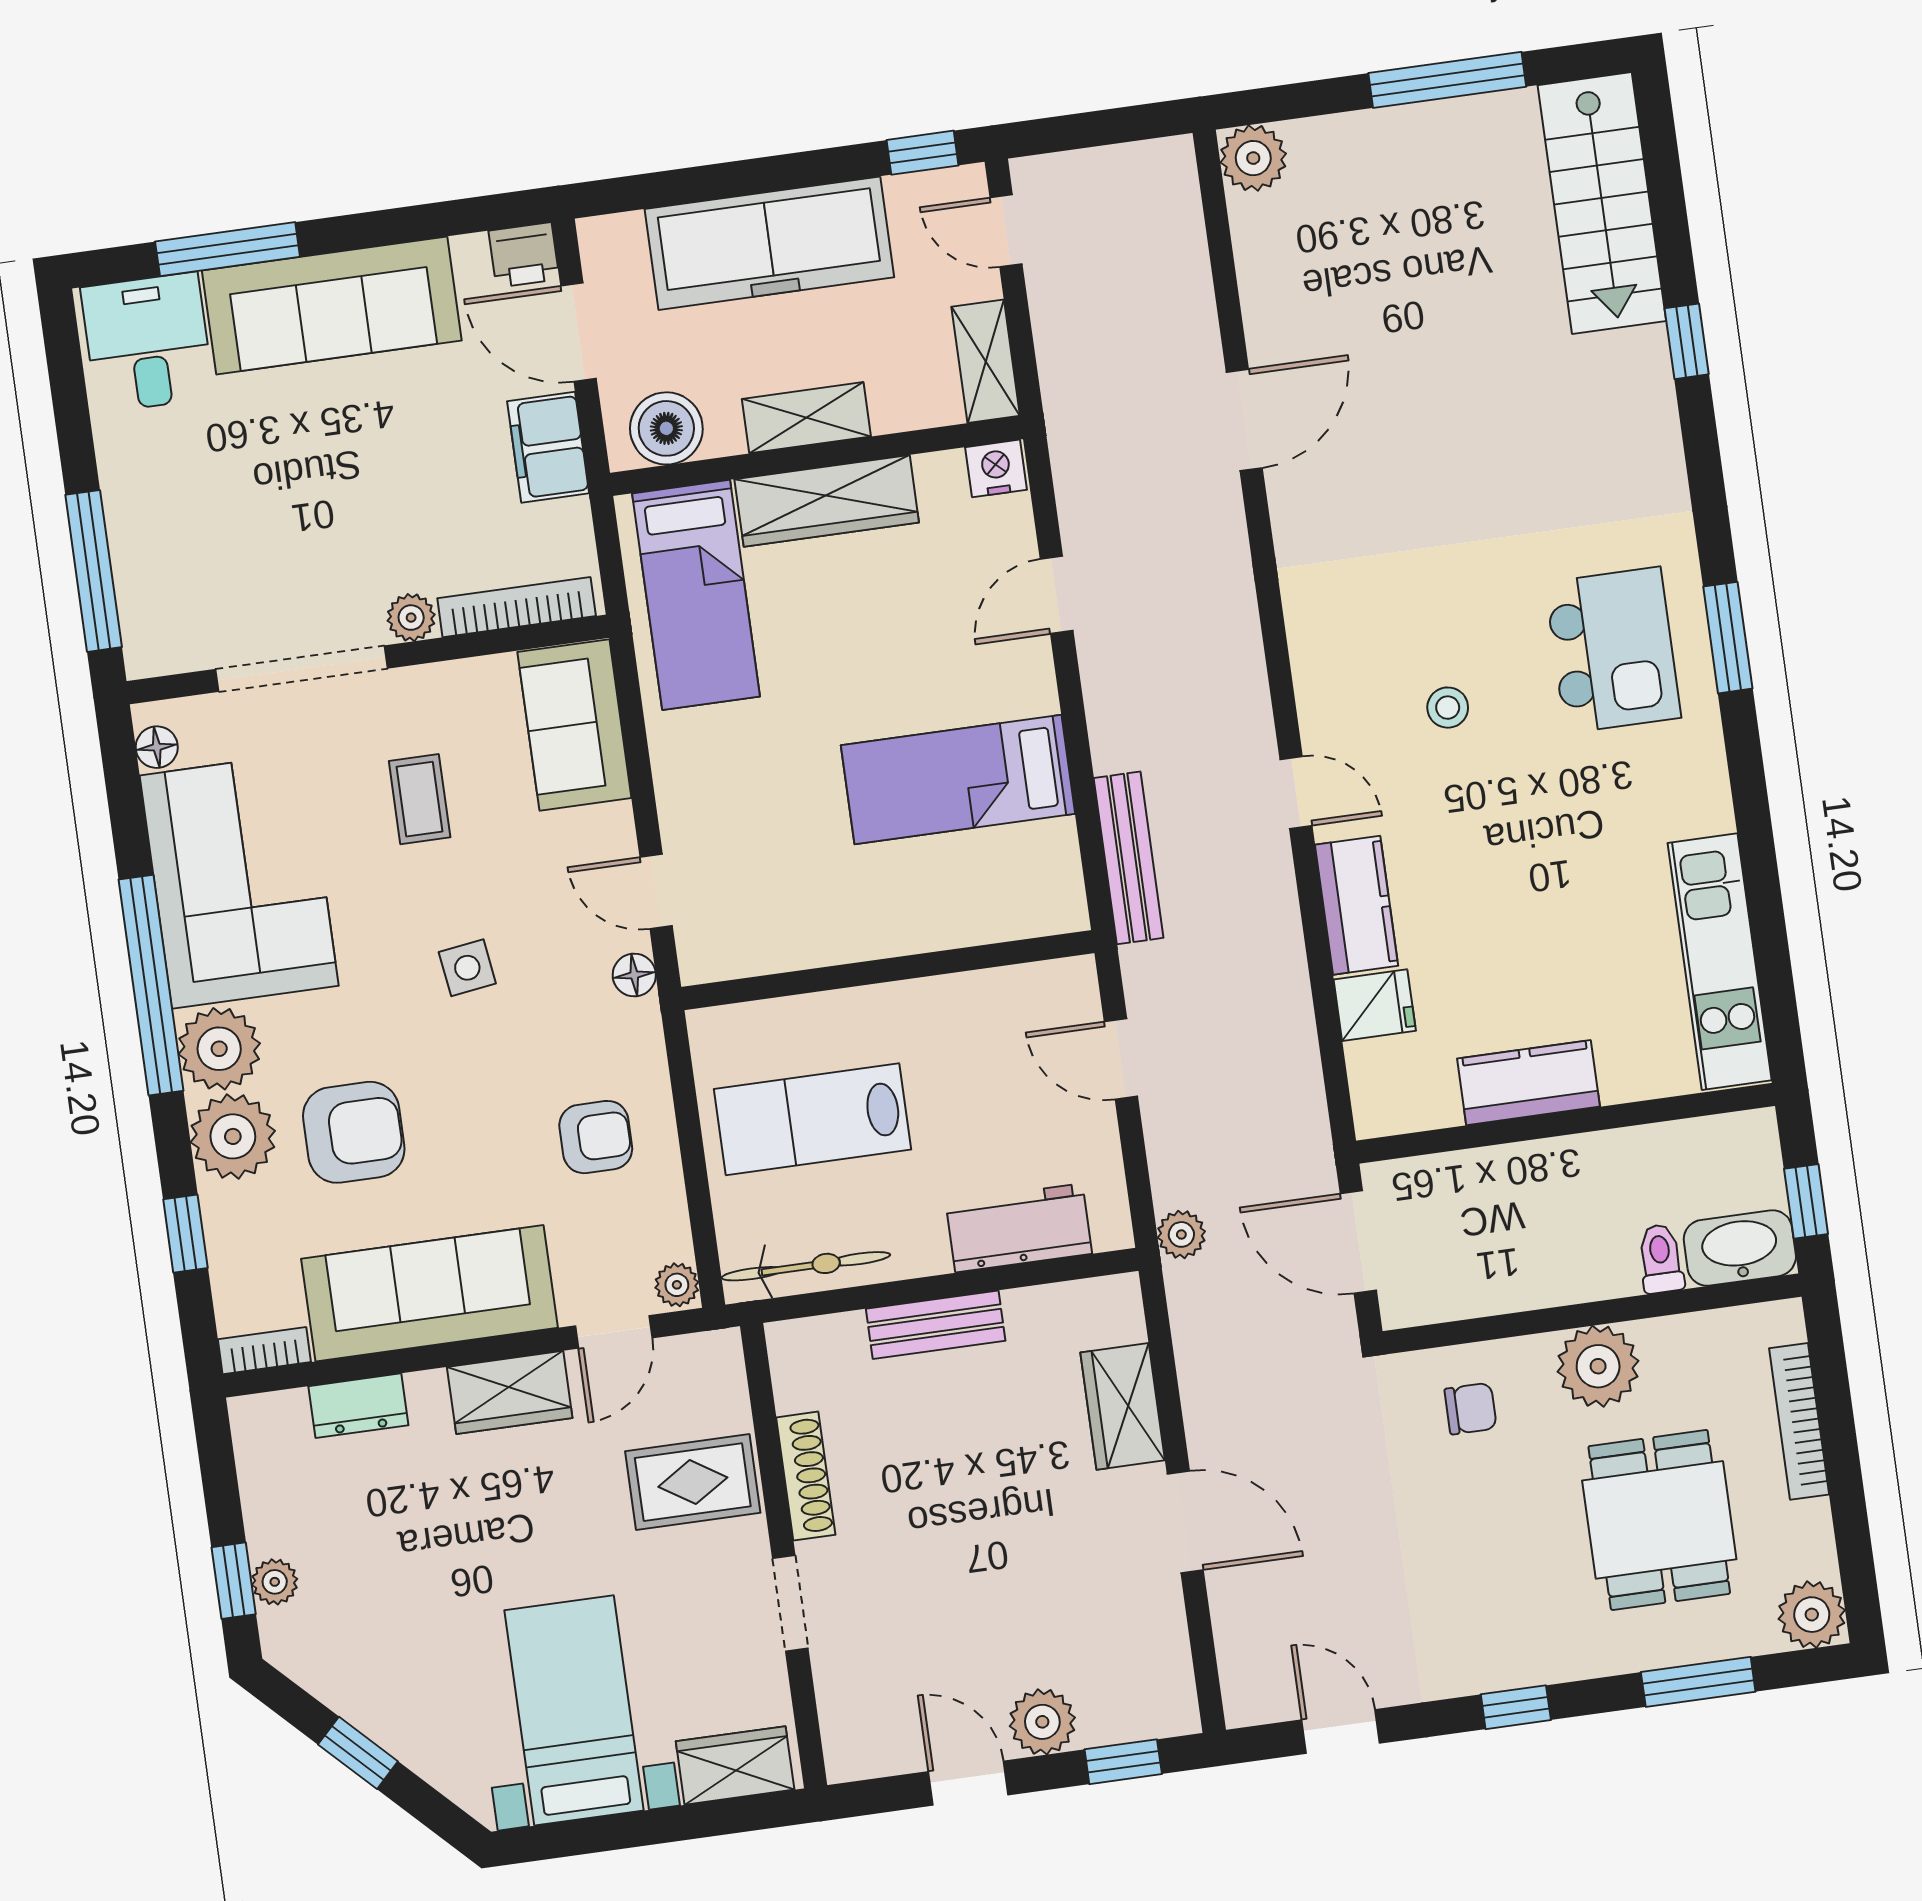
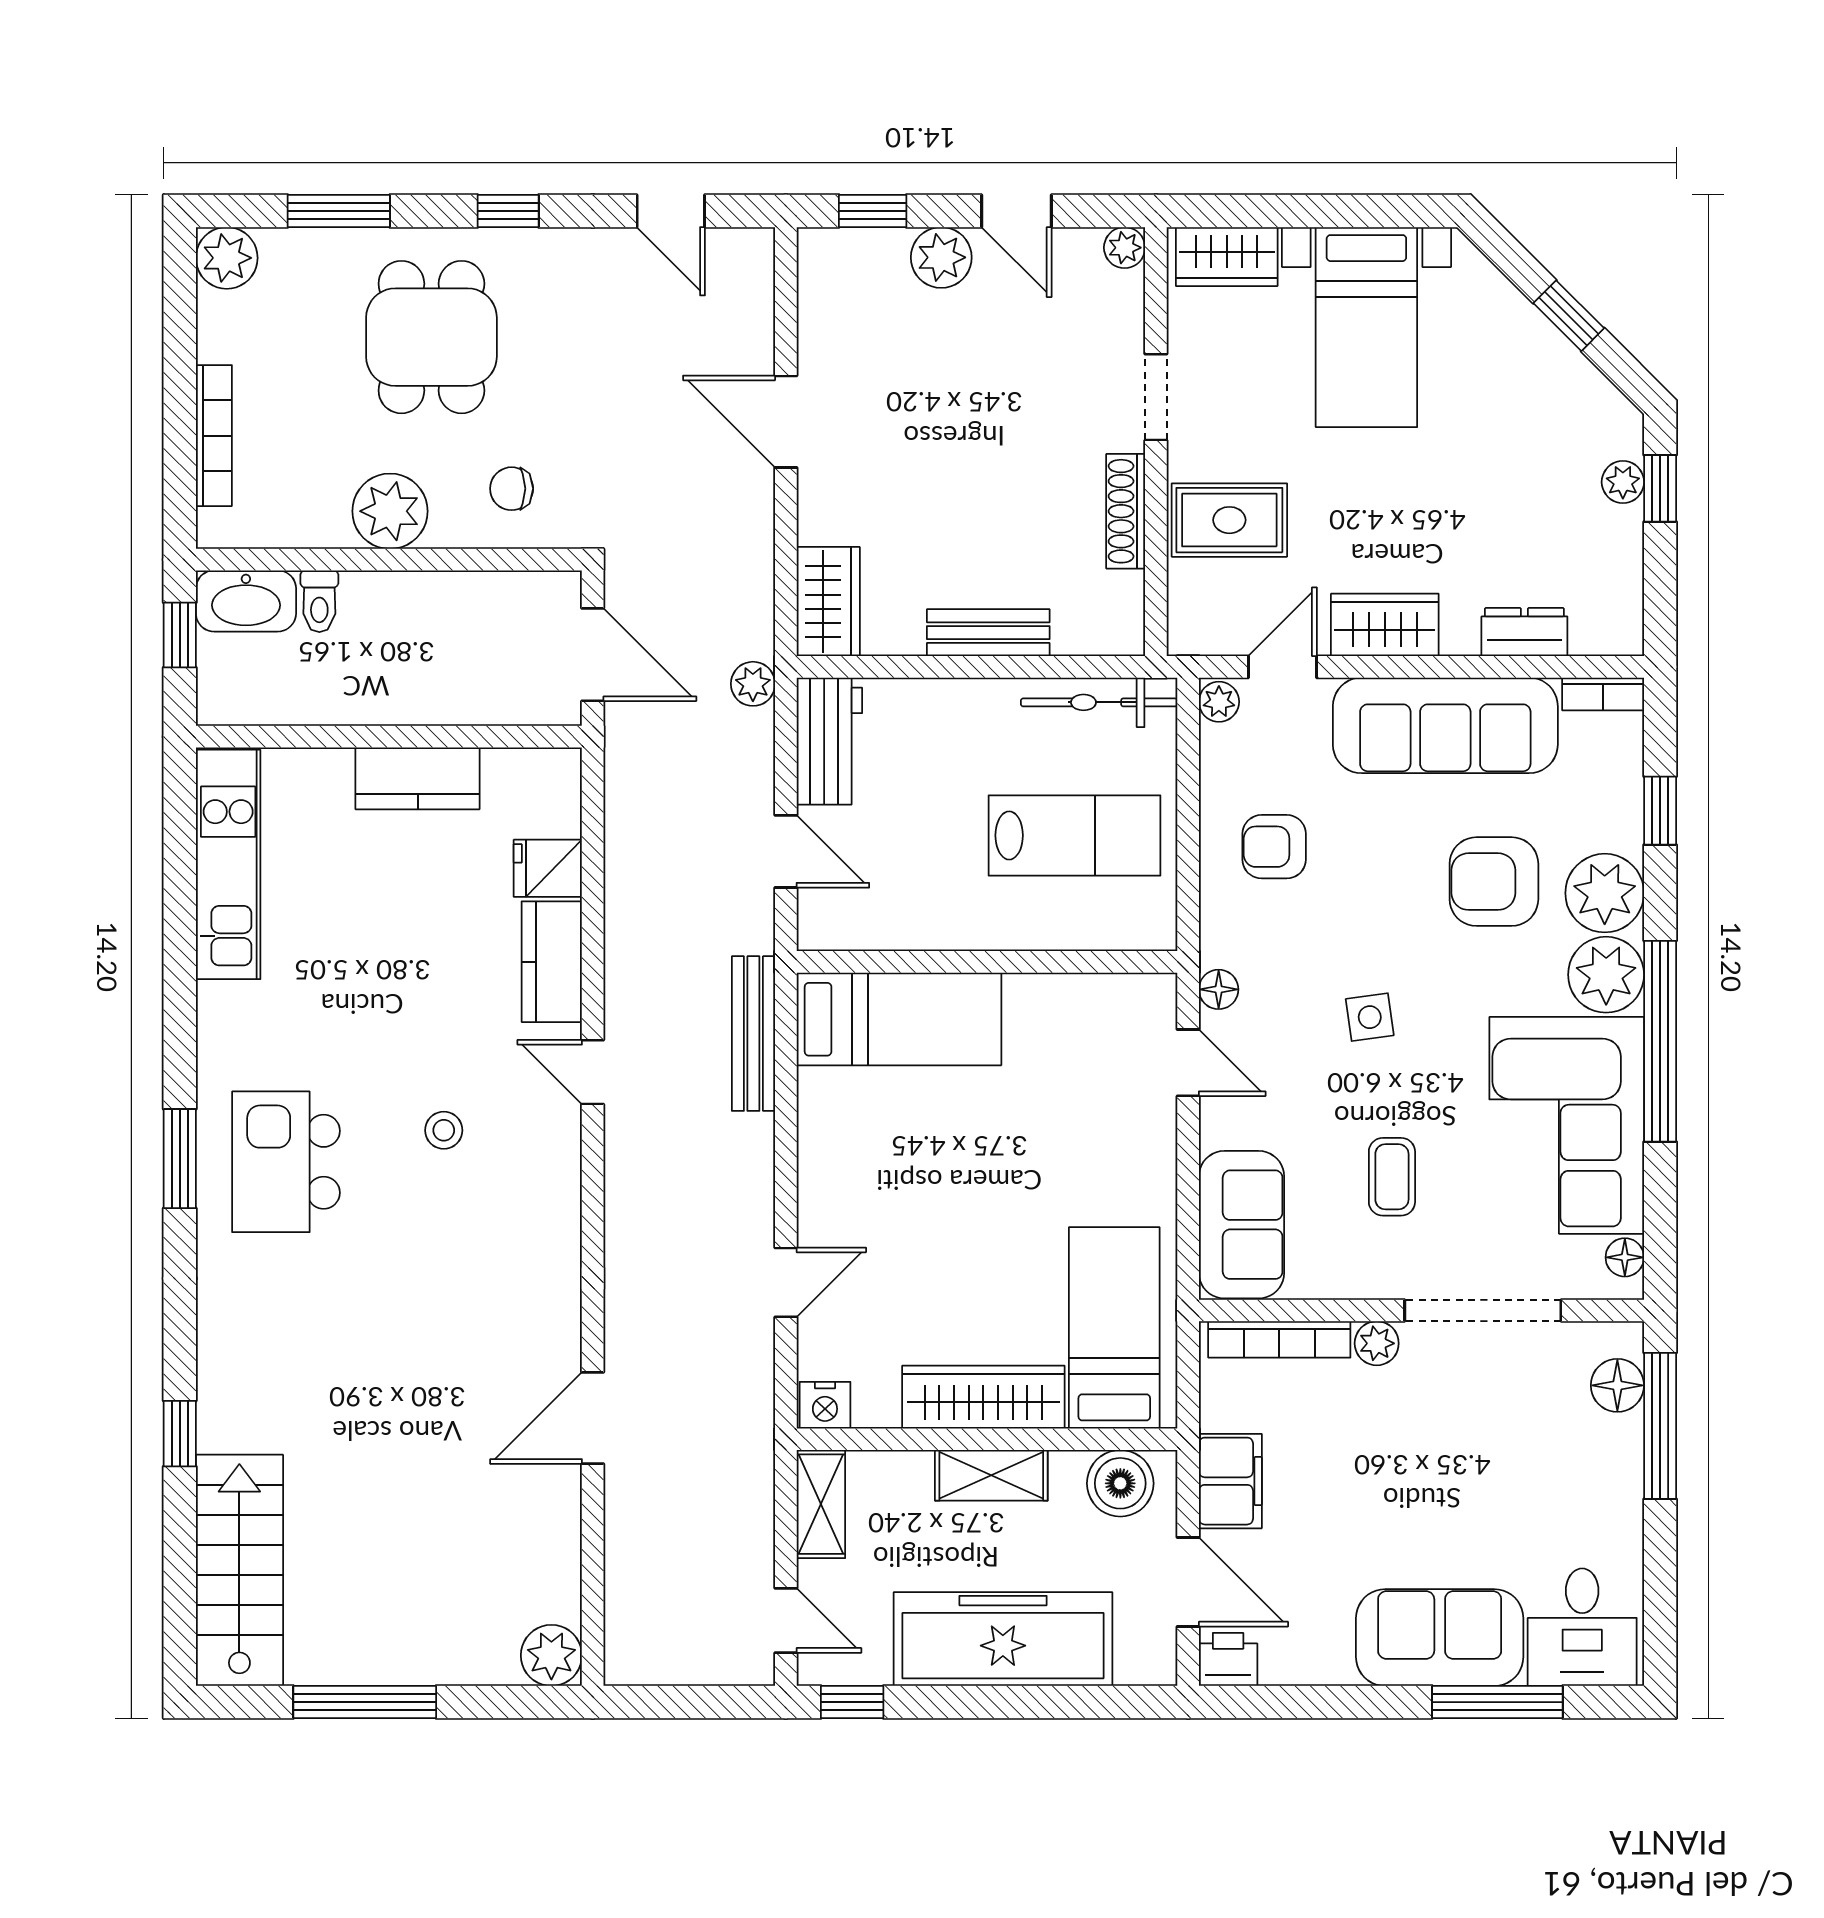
sofa: (332, 305) -> (1440, 1638), width x0.73
floor lamp: (146, 608) -> (1617, 1385), added
bed: (958, 779) -> (899, 1019), moved
workbench: (1019, 1228) -> (829, 741), moved, turned -90
wardrobe: (1123, 1406) -> (828, 602), moved
dining table: (1659, 1520) -> (431, 337), moved
plant: (846, 1760) -> (1125, 248), added

